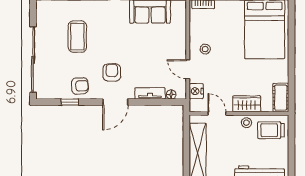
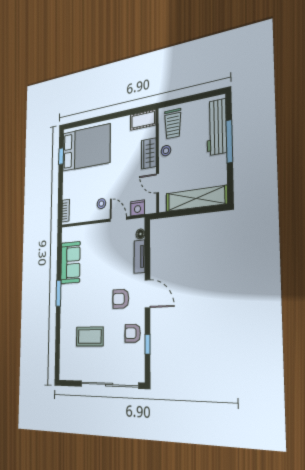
door: (188, 69) -> (118, 219), swing flipped
armchair: (80, 86) -> (133, 333), turned -87
door: (217, 113) -> (158, 183), hinge flipped

